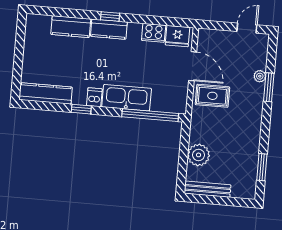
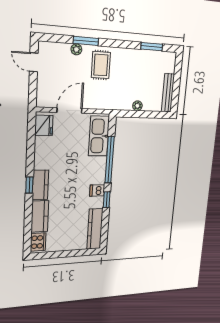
cooker: (154, 33) -> (38, 242), moved
rug: (212, 96) -> (101, 65), moved
kitchen sink: (127, 98) -> (99, 136), moved
window: (150, 115) -> (110, 160), moved
plant: (199, 155) -> (137, 106), width x0.53, depth x0.53

